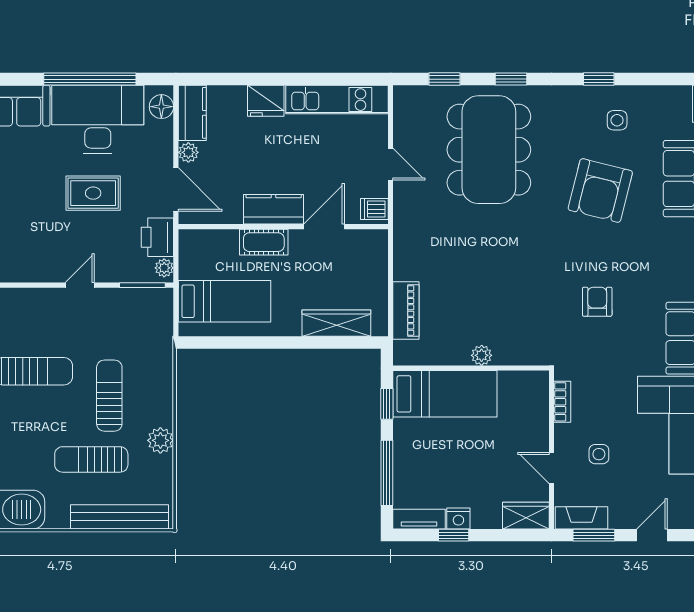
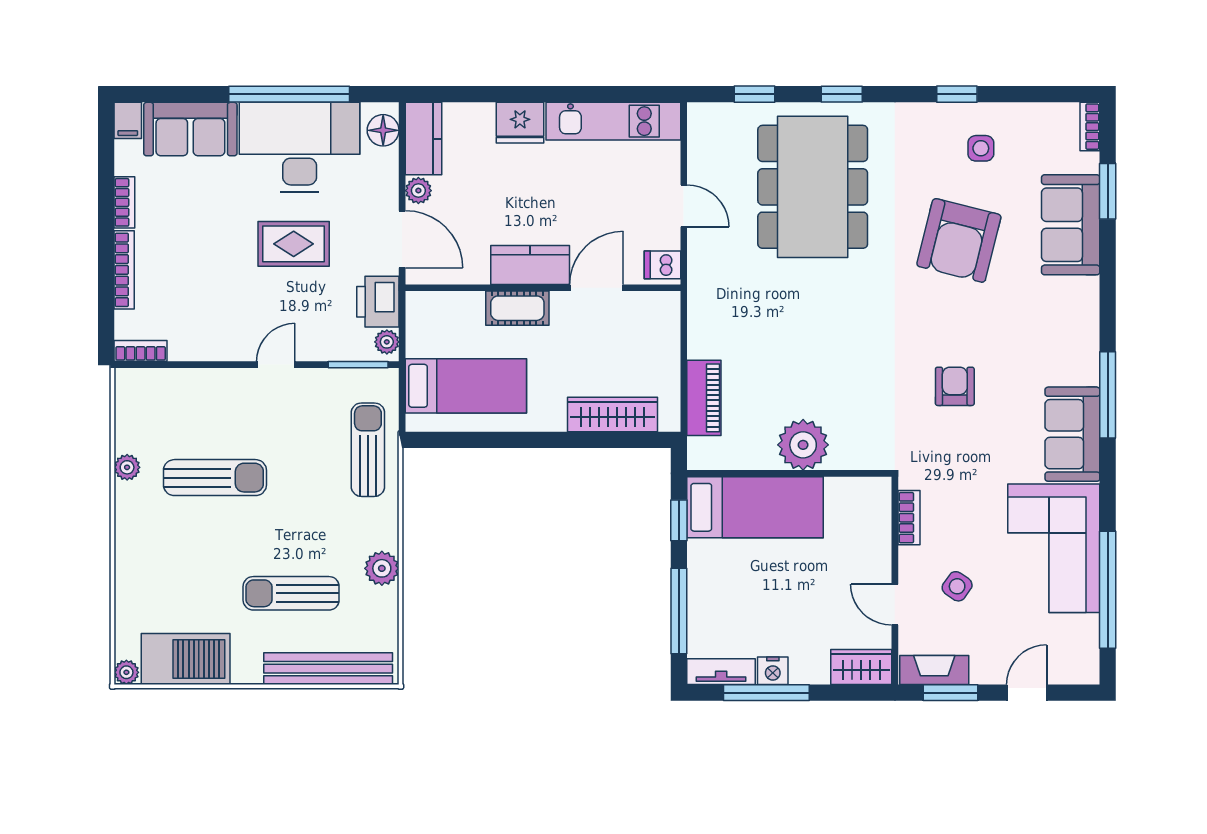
plant: (482, 355) -> (803, 445), width x1.87, depth x1.87
sun lounger: (109, 396) -> (368, 450), moved
side table: (599, 454) -> (957, 586), turned 35
window: (454, 535) -> (766, 693), width x2.17

